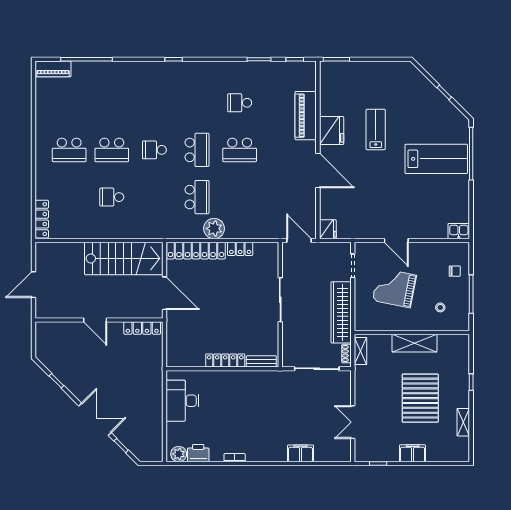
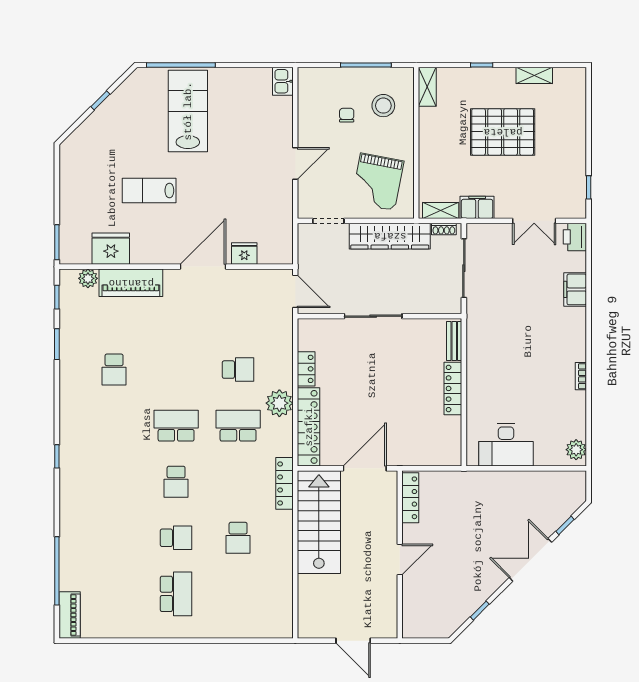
plant: (309, 83) -> (88, 278), added
fridge: (332, 130) -> (111, 249), moved
school desk: (112, 150) -> (176, 538), width x0.54
school desk: (240, 150) -> (238, 370), moved, width x0.54
locker: (42, 219) -> (284, 483), moved, turned -90
fridge: (328, 229) -> (244, 254), moved
door: (299, 241) -> (295, 291), swing flipped
chair: (455, 271) -> (347, 115), moved
grand piano: (394, 288) -> (378, 182), moved
stool: (440, 307) -> (383, 106), width x1.89, depth x1.89
shelving: (414, 343) -> (427, 87), moved, width x0.67, depth x0.75
printer: (198, 453) -> (575, 237), moved
filing cabinet: (413, 453) -> (477, 207), moved, turned 90

